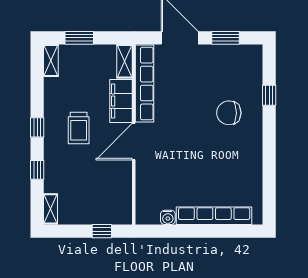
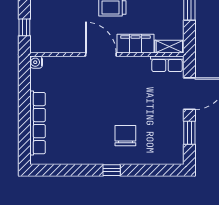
row of seats: (145, 84) -> (167, 64), width x0.50
window: (269, 95) -> (112, 170), moved
water cooler: (168, 217) -> (36, 62), moved

